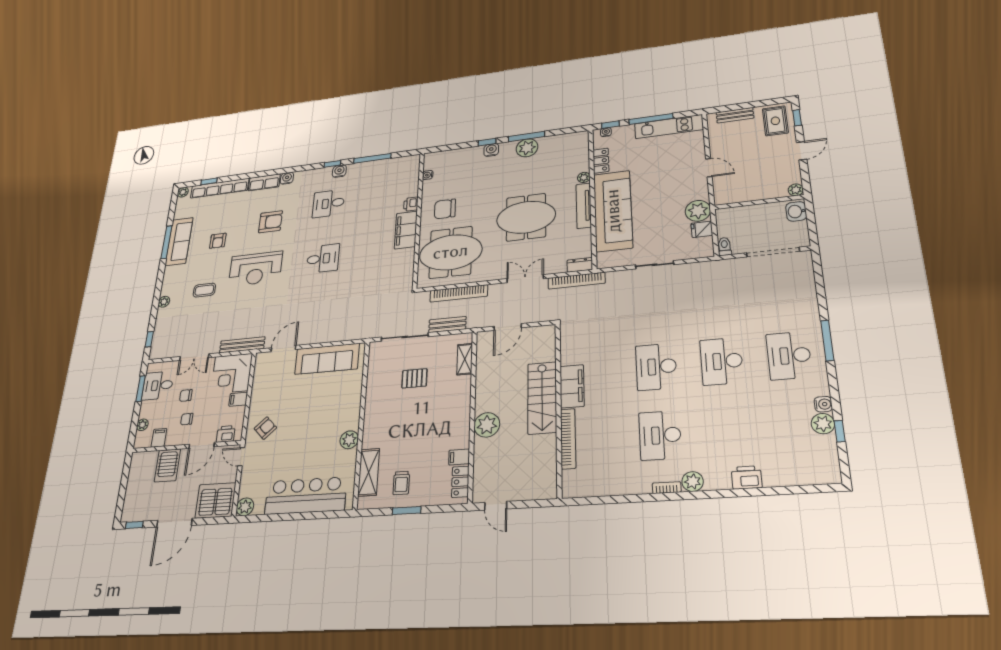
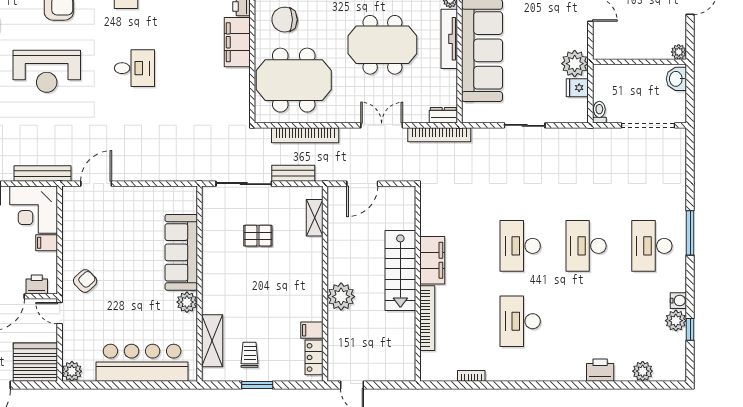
sofa: (327, 359) -> (181, 252), moved, turned 90
plant: (693, 482) -> (643, 371), moved
trolley: (401, 483) -> (250, 355), turned 180
bookcase: (667, 488) -> (471, 376), moved

